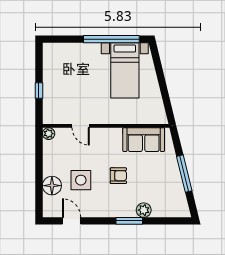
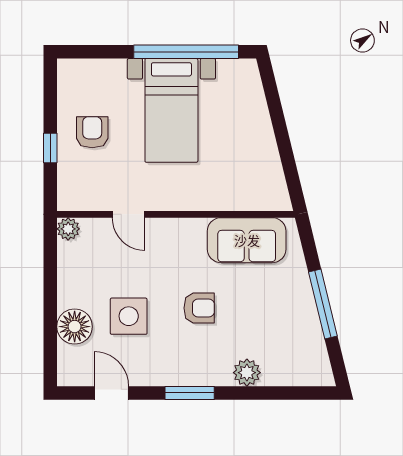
bed with nightstands: (125, 70) -> (171, 110), moved
armchair: (61, 82) -> (92, 132), added
window: (129, 221) -> (190, 393), moved

